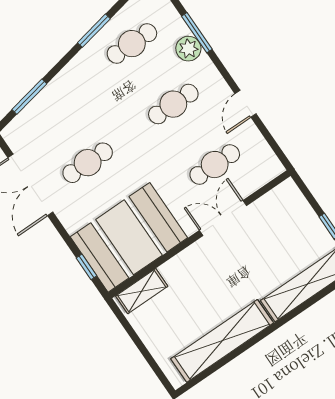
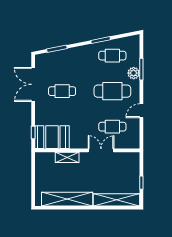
cafe table: (173, 104) -> (112, 91), width x1.37, depth x1.35
booth: (129, 237) -> (52, 137), width x0.73, depth x0.70
shelving: (142, 291) -> (67, 157), moved

